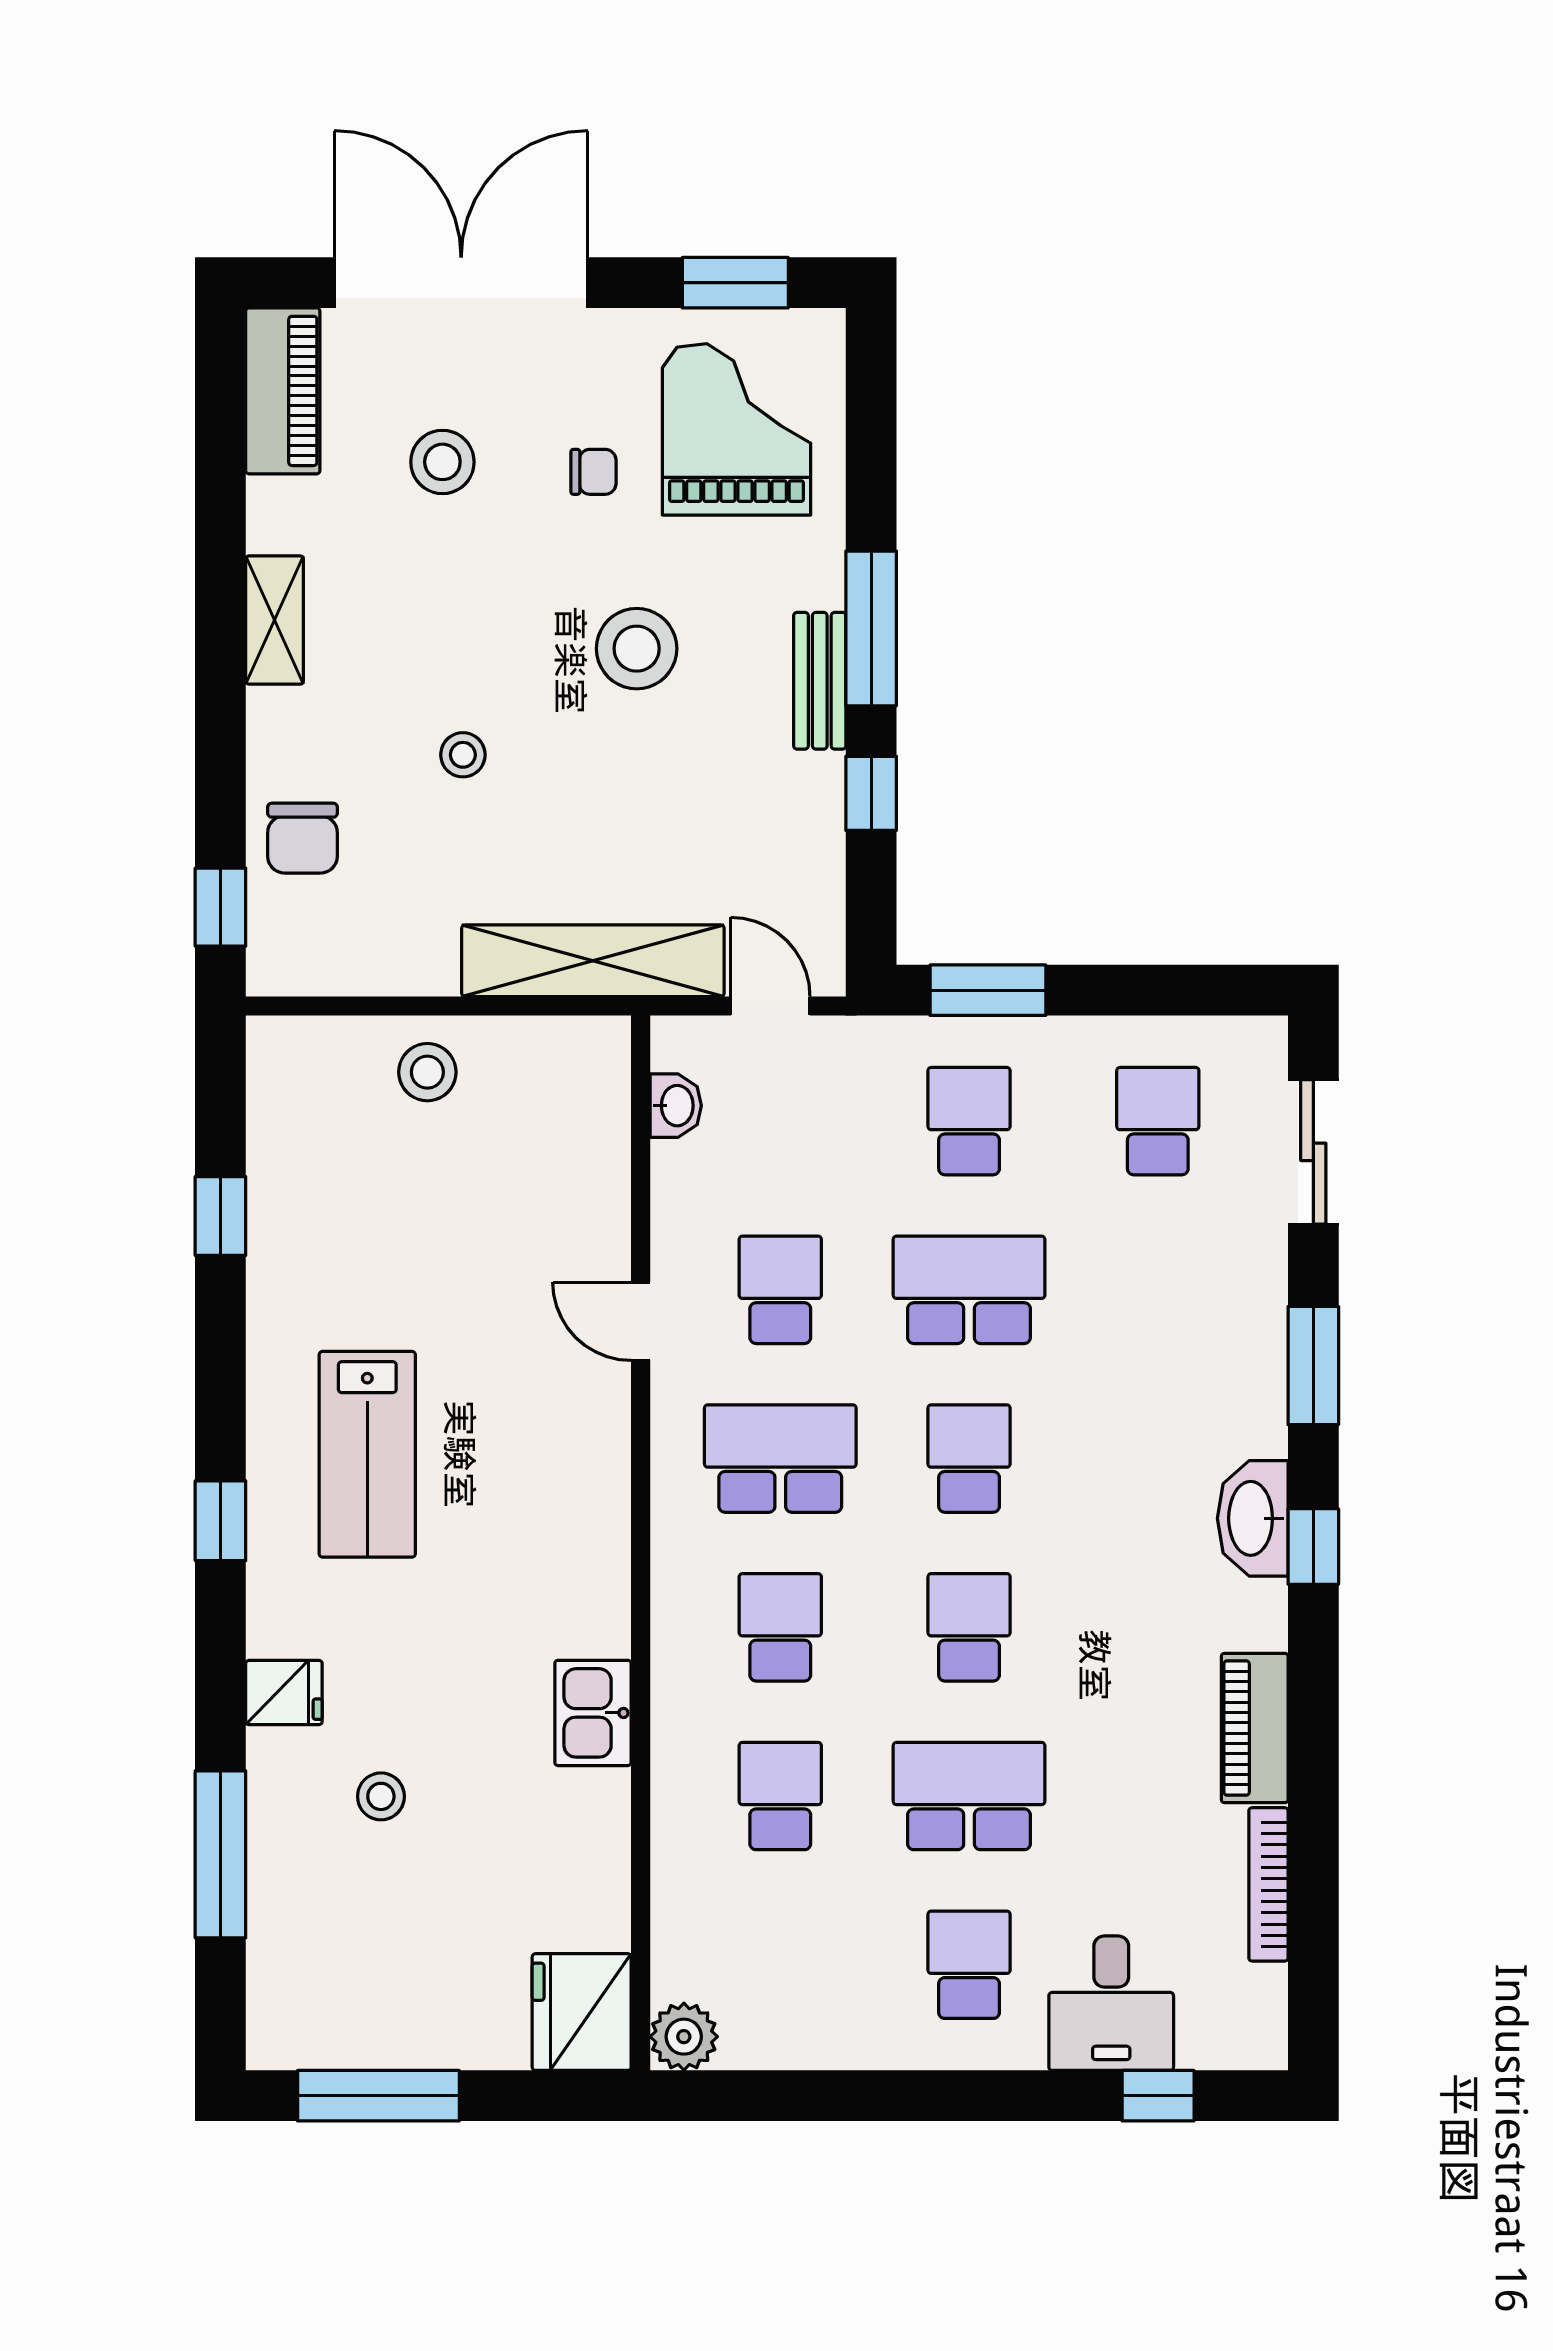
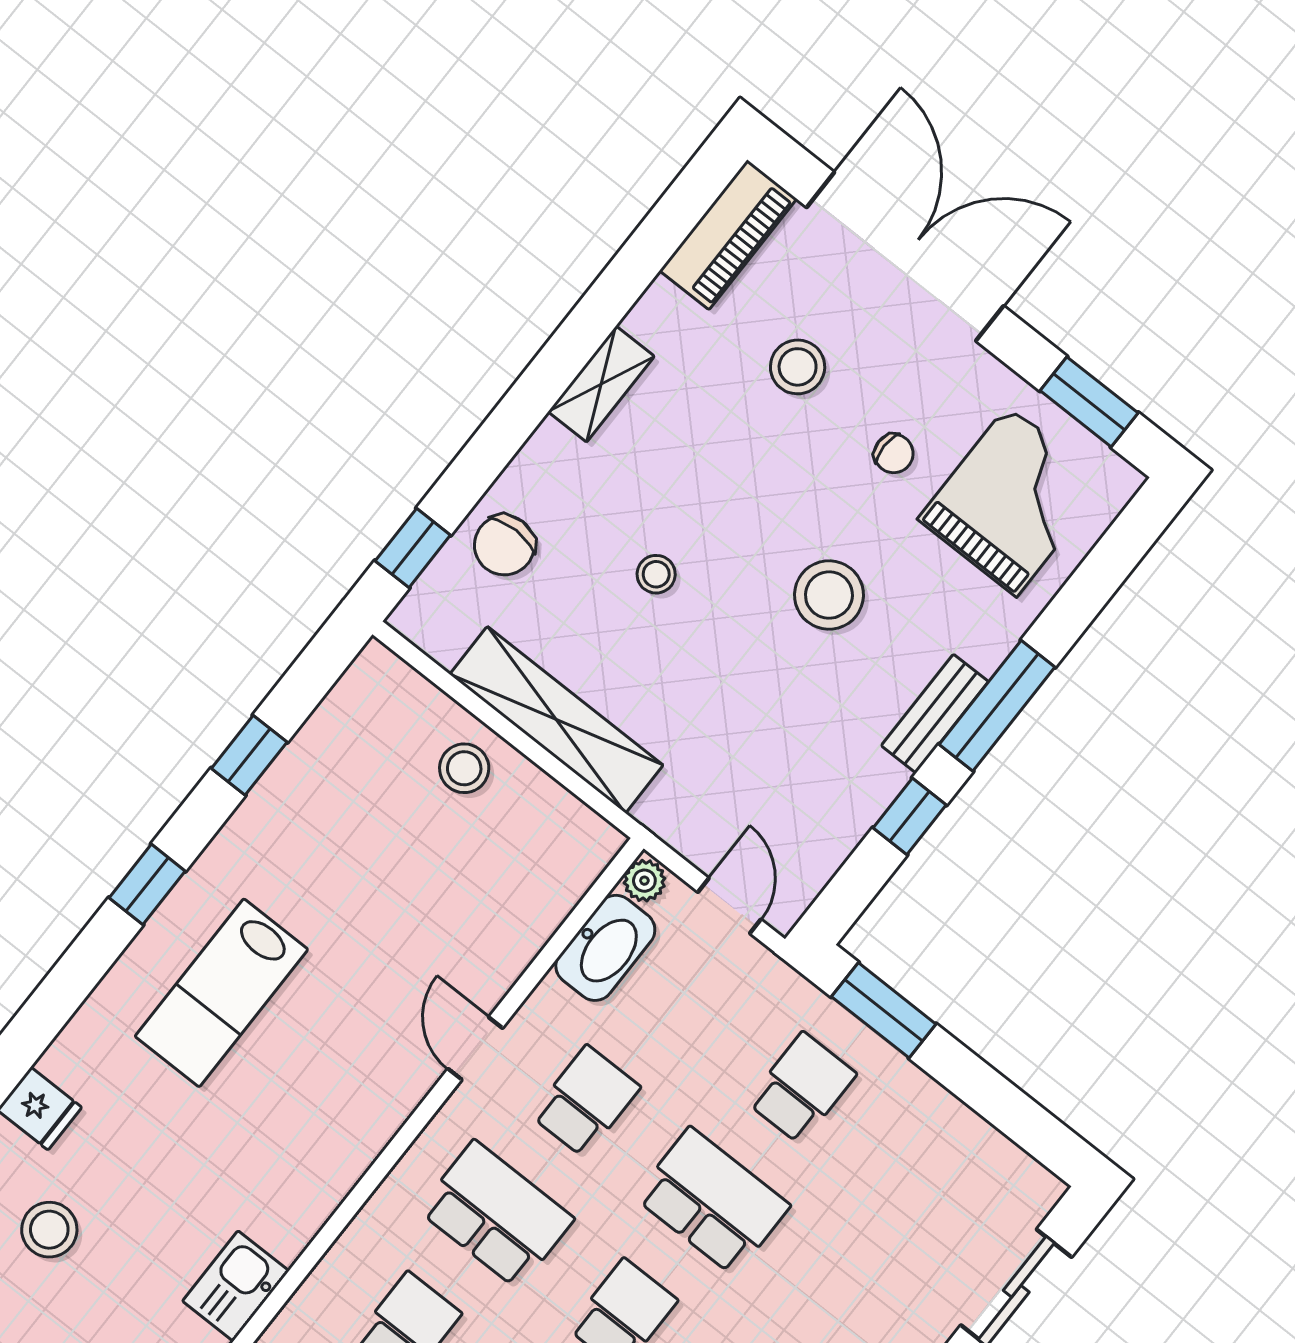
shelving: (593, 961) -> (556, 720), moved
plant: (674, 1045) -> (644, 881), added
washbasin: (676, 1106) -> (605, 948), width x1.91, depth x1.45
school desk: (1158, 1121) -> (928, 1188), removed
window: (220, 1521) -> (147, 884), moved
stool: (381, 1796) -> (49, 1230), width x1.37, depth x1.37

